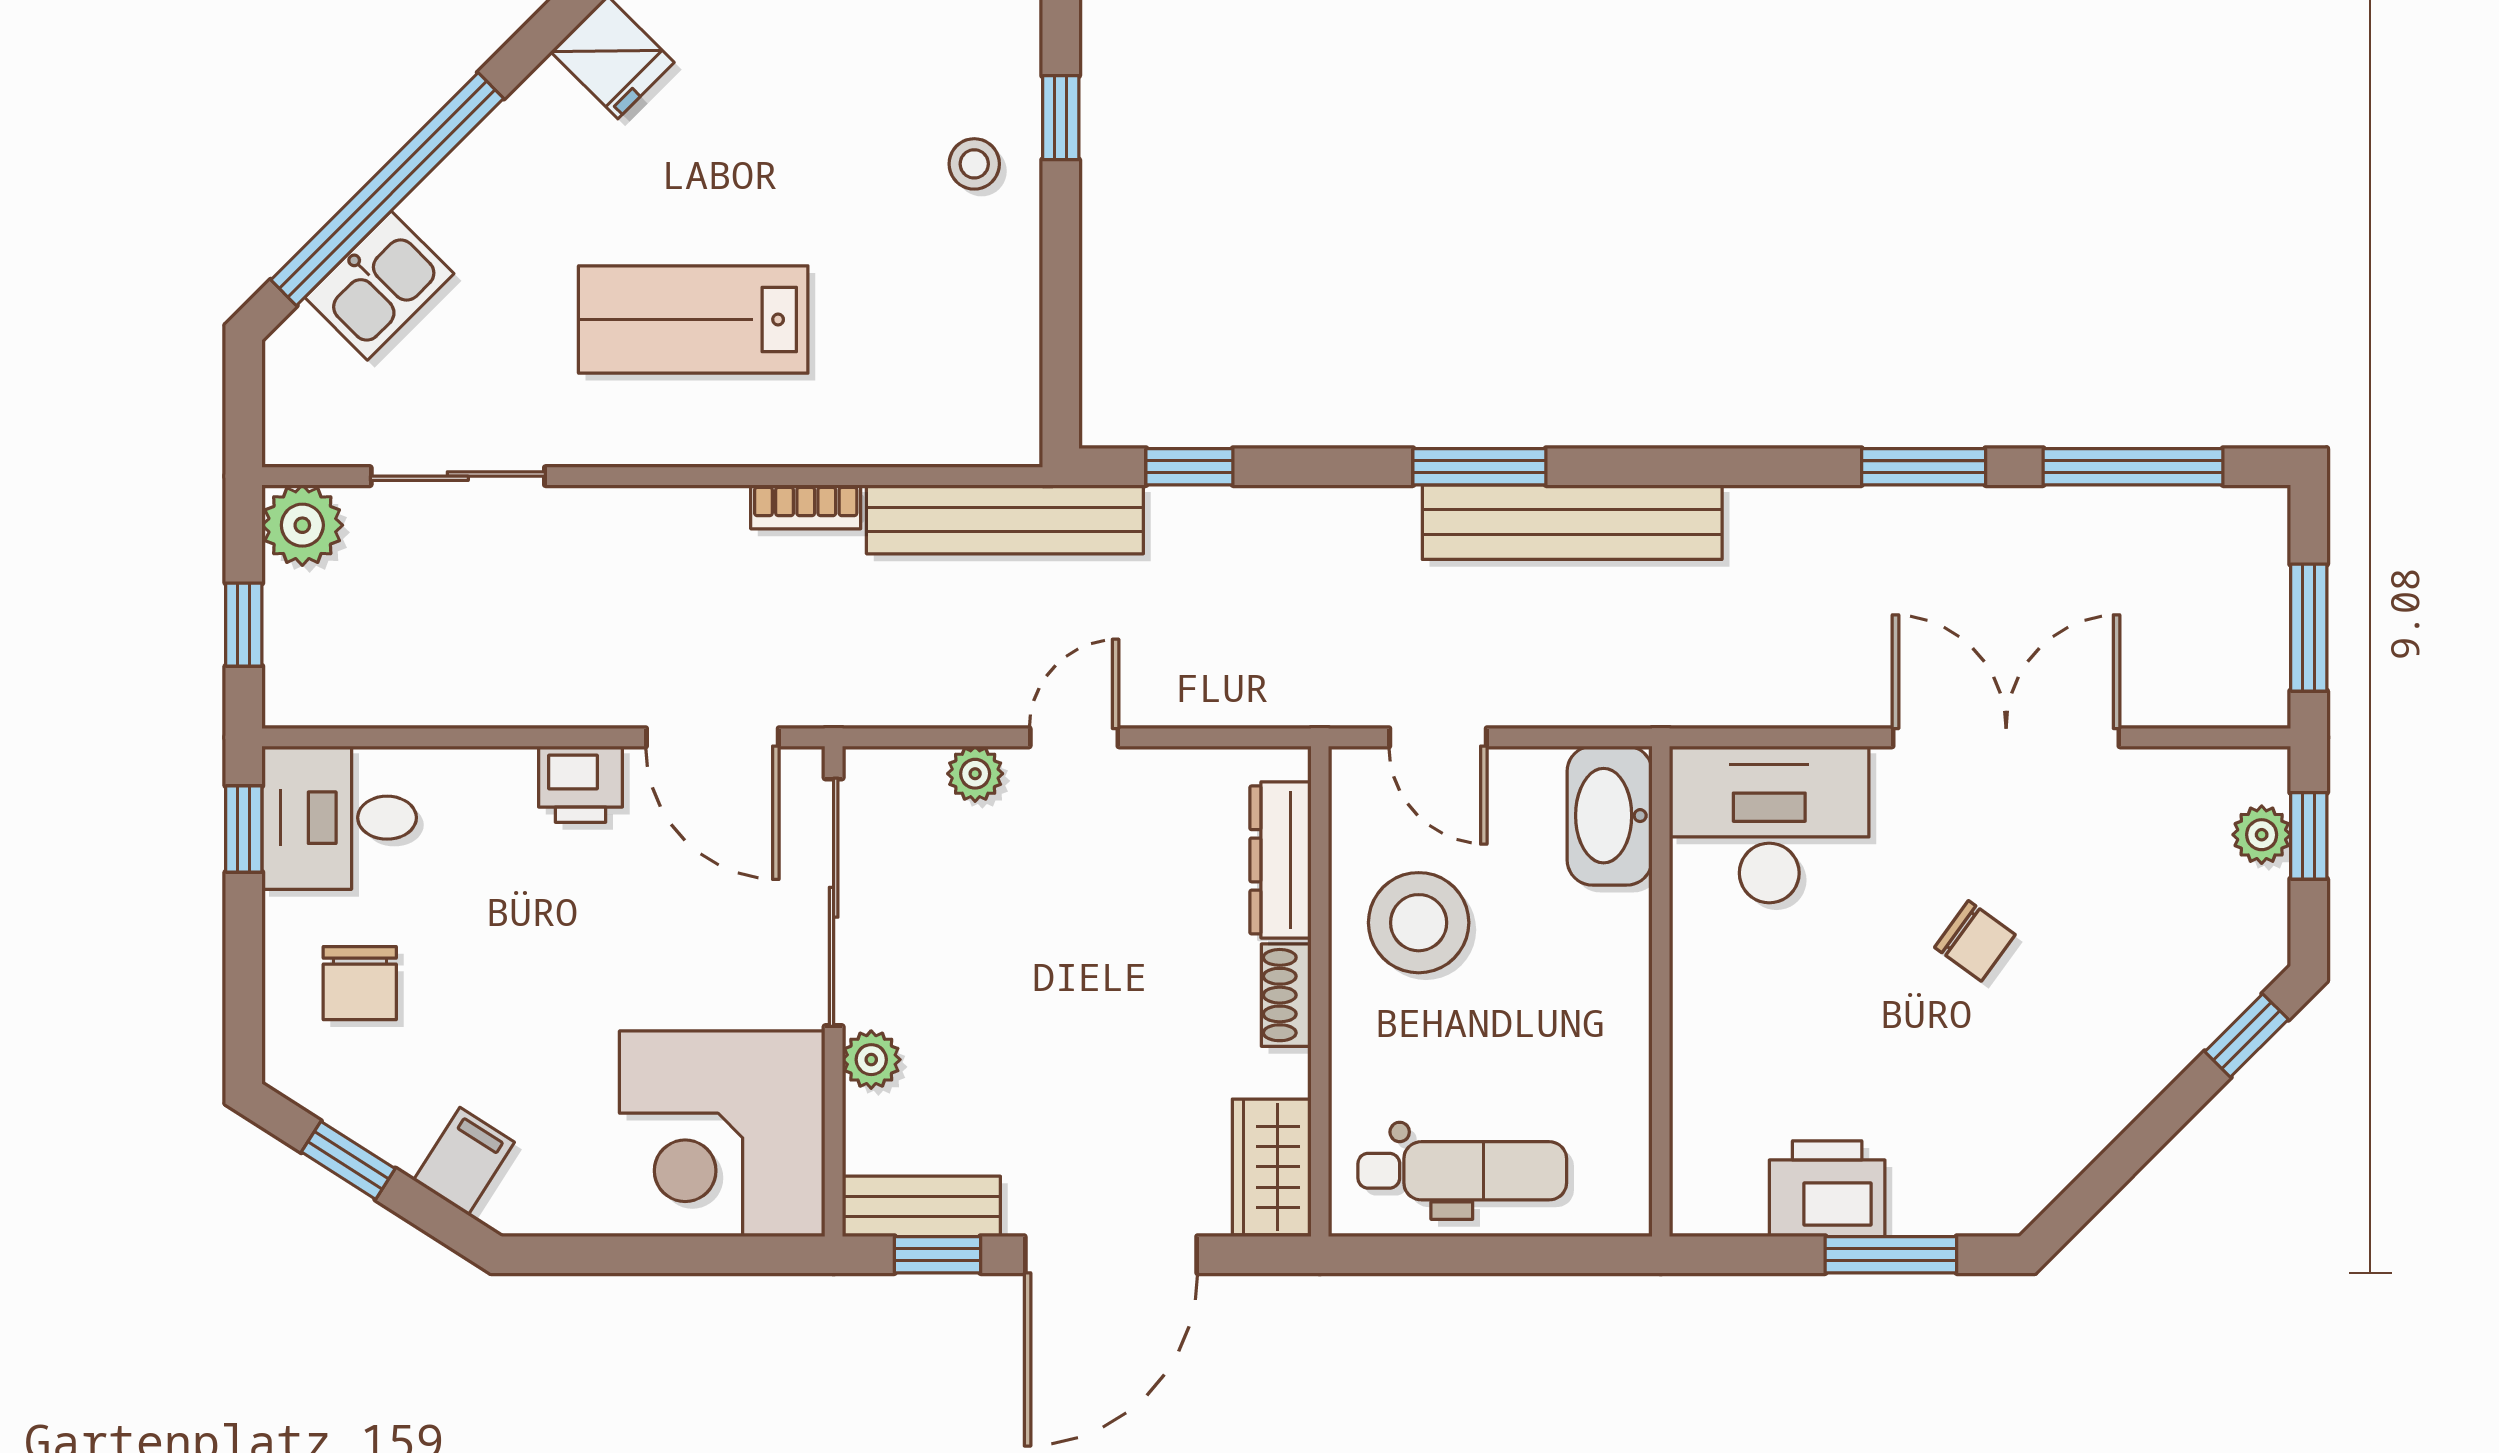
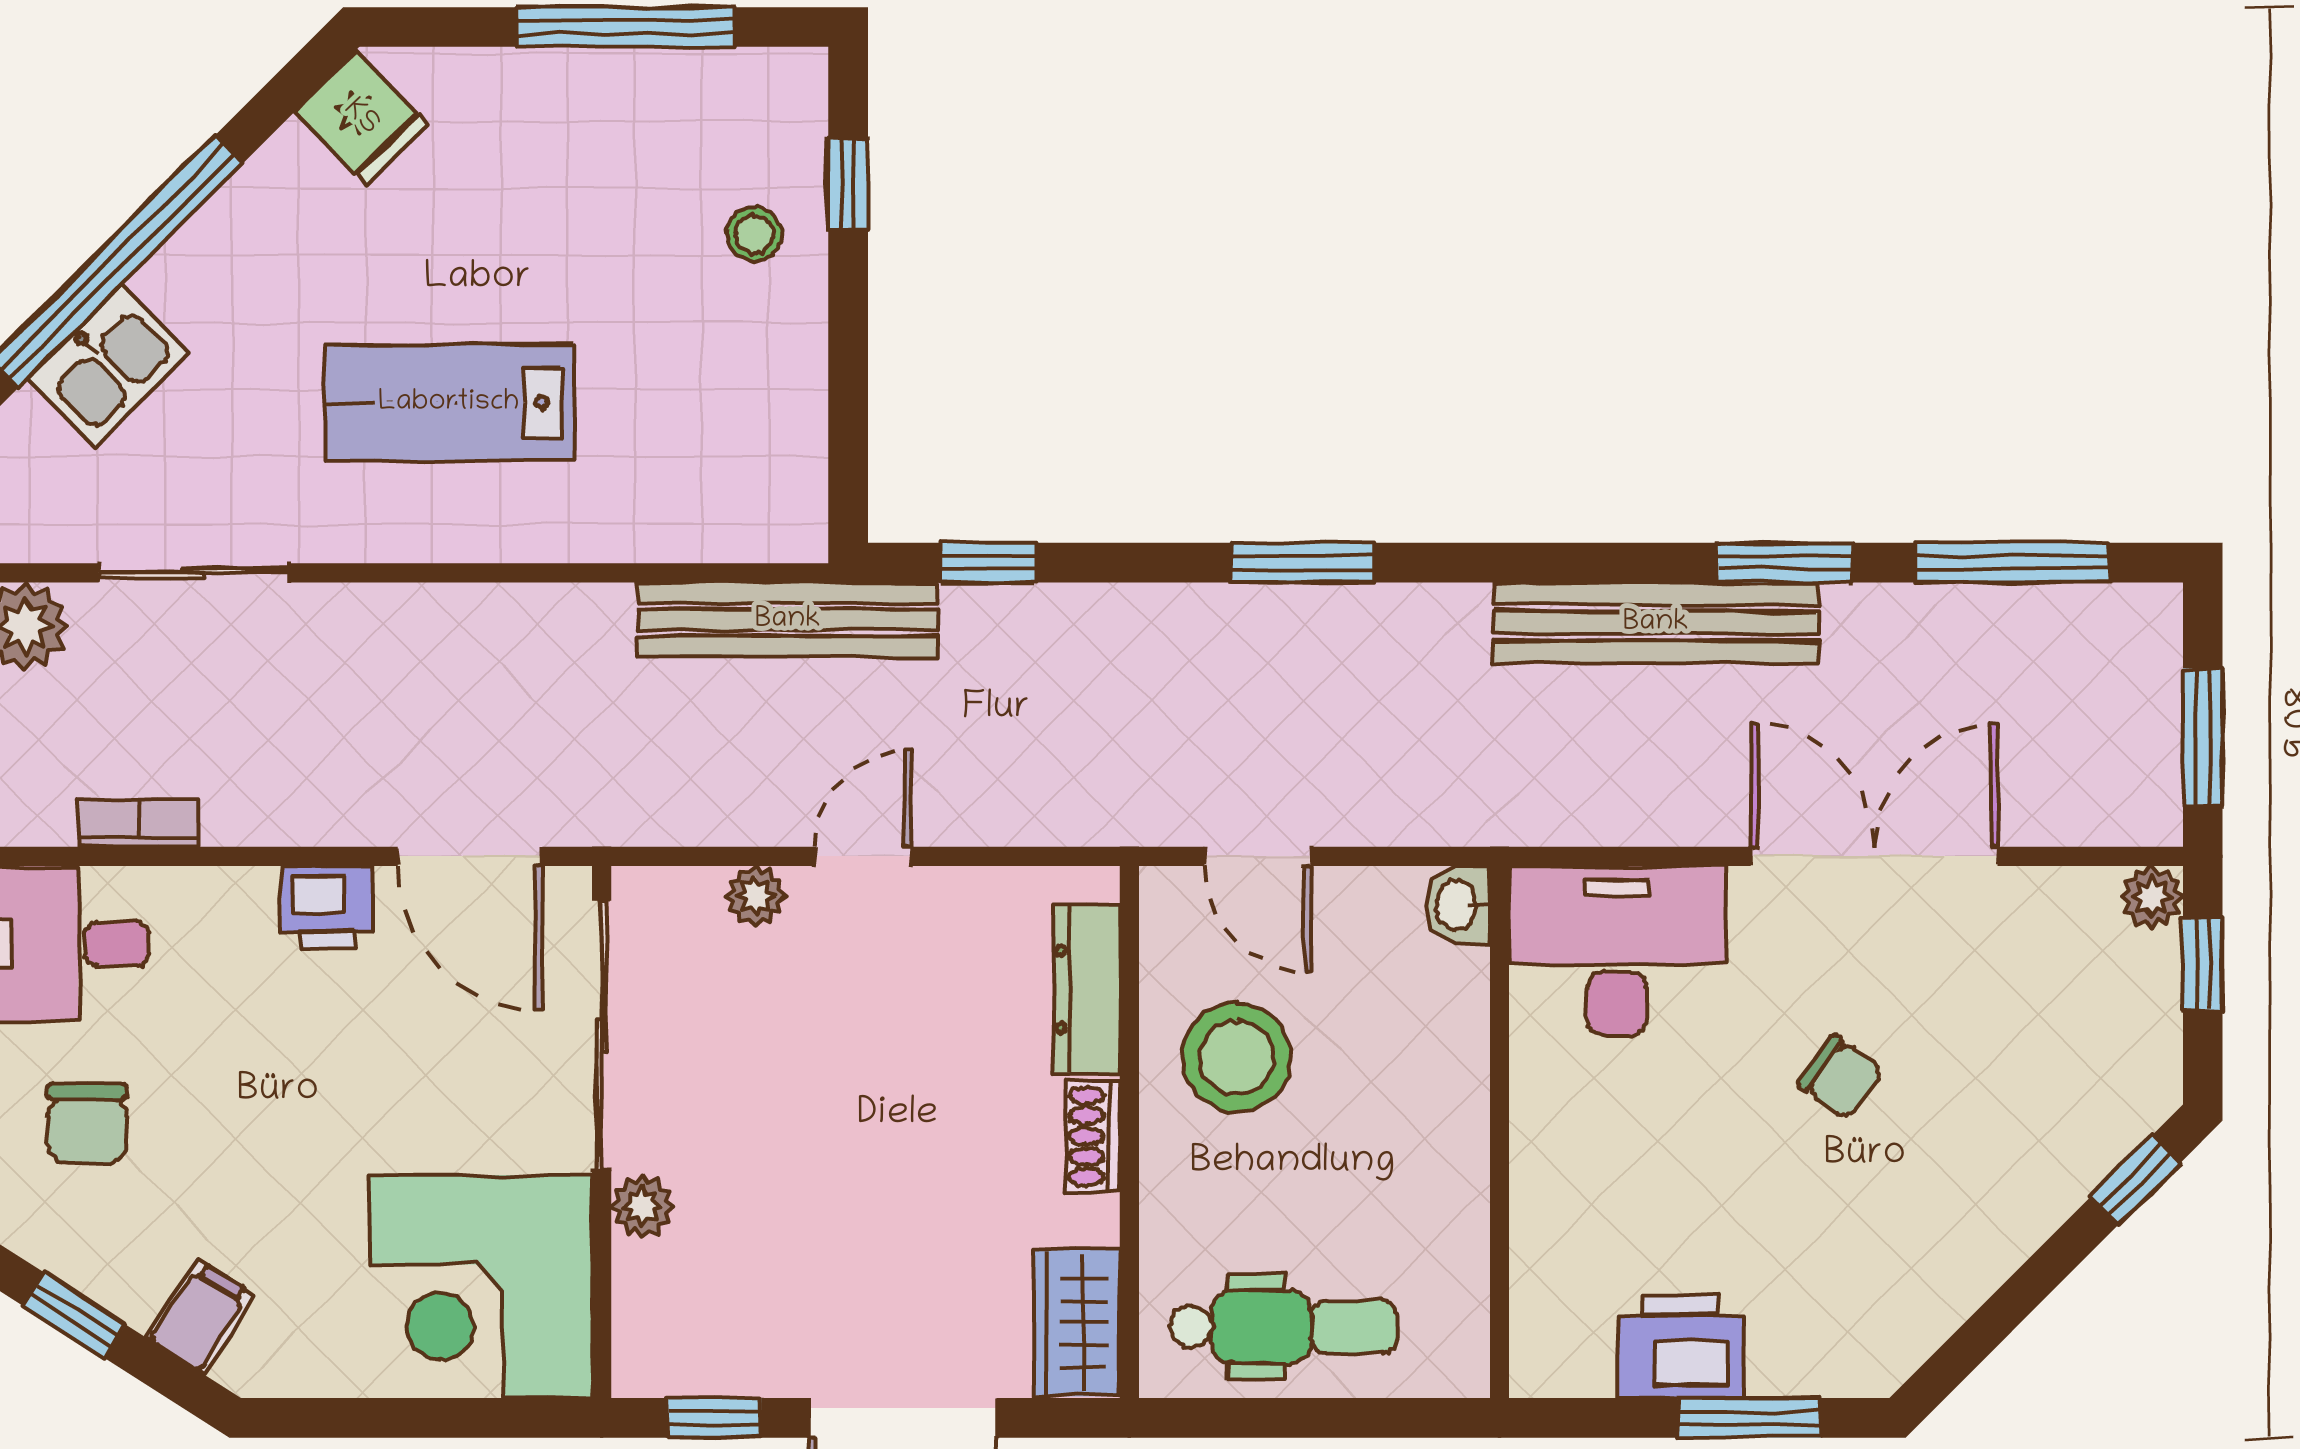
bookcase: (806, 507) -> (138, 823), moved, turned 180
bench: (1572, 522) -> (1656, 623), moved
washbasin: (1610, 816) -> (1458, 905), width x0.52, depth x0.69
plant: (2262, 835) -> (2152, 897), moved
bench: (921, 1206) -> (697, 1365), removed

